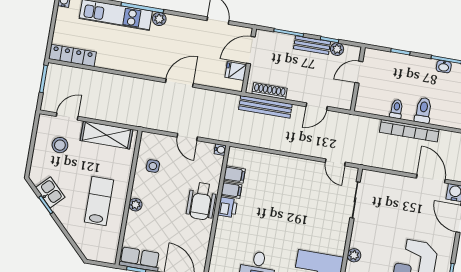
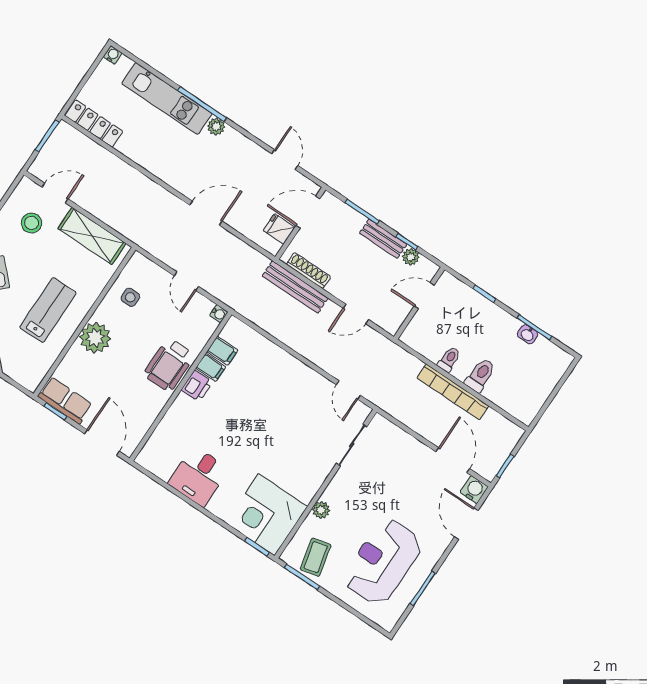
plant: (135, 205) -> (95, 338), width x1.88, depth x1.88

